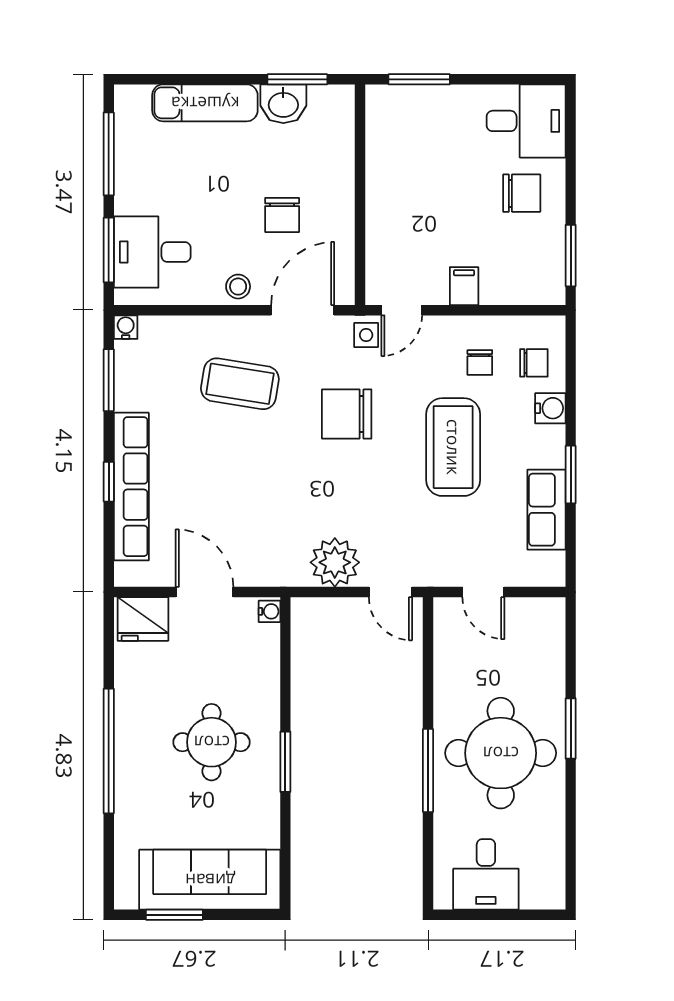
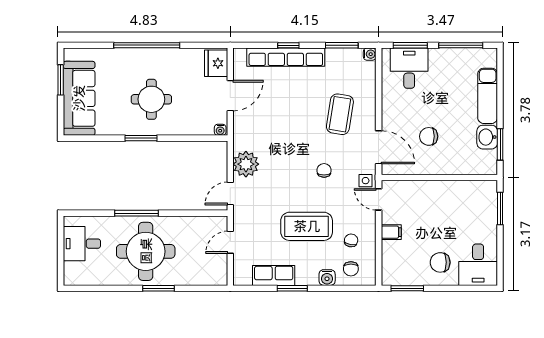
chair: (522, 193) -> (440, 262), turned 90
stool: (238, 287) -> (391, 113), removed
chair: (480, 362) -> (351, 240), turned 102
chair: (347, 414) -> (324, 170), width x0.54, depth x0.54

